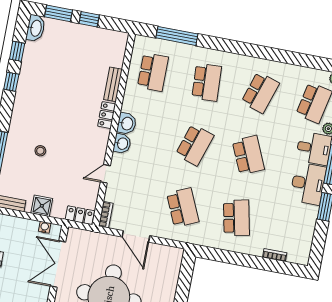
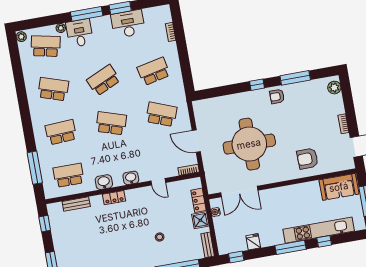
window: (89, 19) -> (45, 224), moved
bench: (113, 84) -> (76, 204), moved
washbasin: (127, 123) -> (104, 182), moved
desk: (308, 184) -> (128, 24), moved
school desk: (183, 208) -> (161, 114), turned 45
locker: (80, 215) -> (198, 200), moved
door: (136, 236) -> (196, 141), swing flipped

